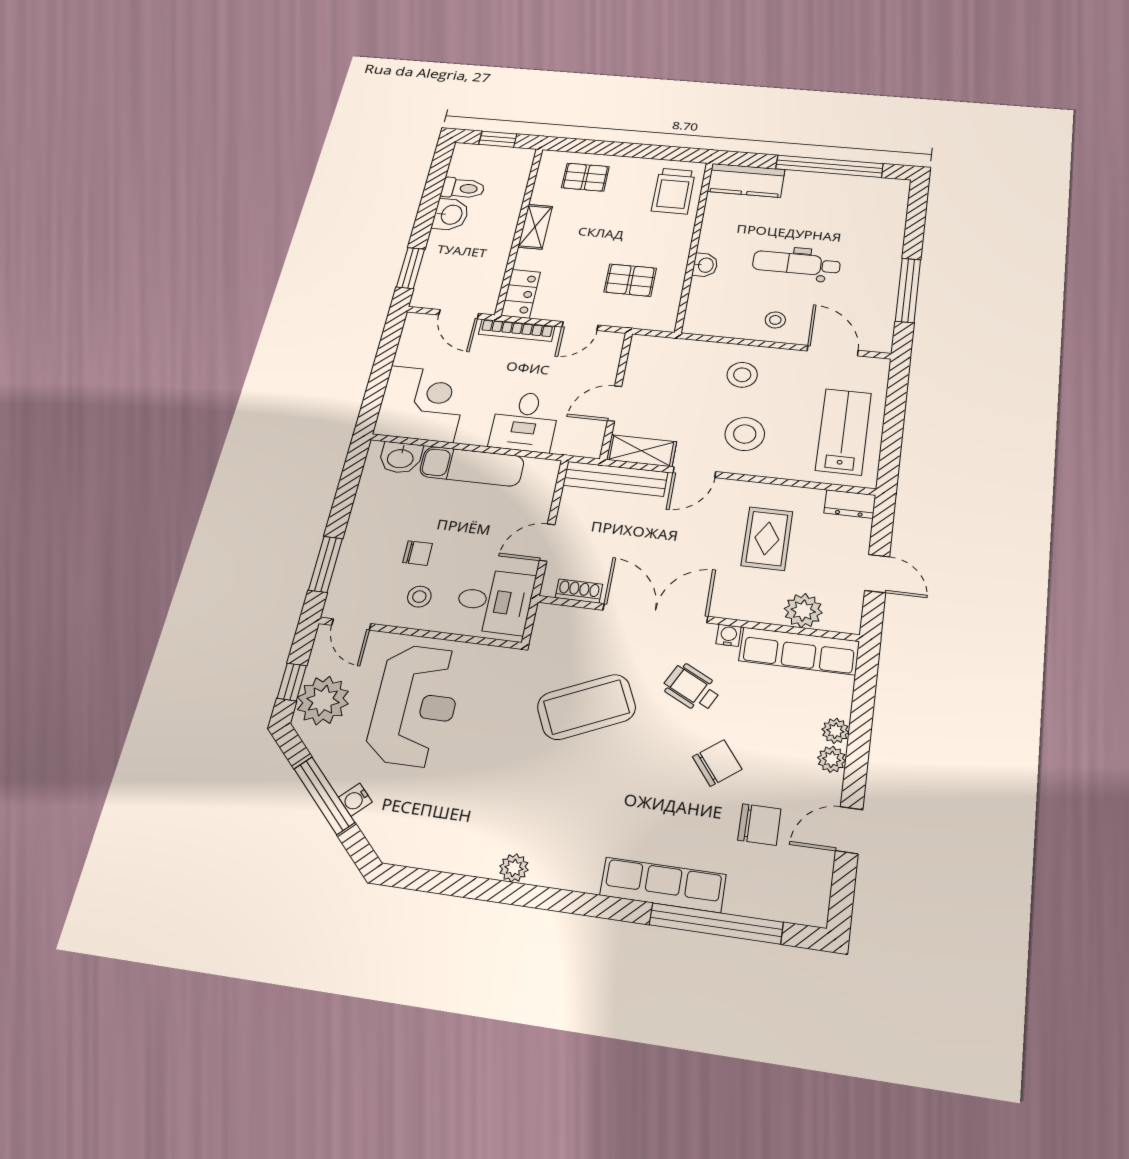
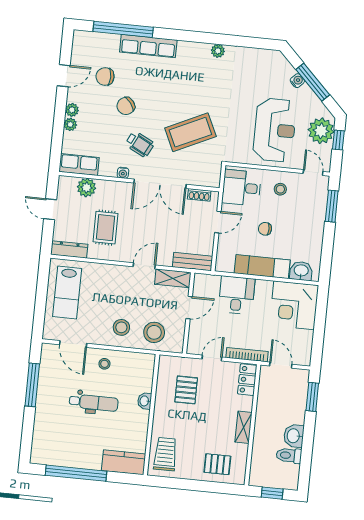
pallet: (630, 280) -> (186, 390), turned 90
stool: (745, 434) -> (154, 332), moved
bench: (615, 479) -> (192, 262), width x0.73
dresser: (850, 504) -> (69, 249), width x1.44
chair: (418, 553) -> (265, 229), moved
row of seats: (799, 651) -> (79, 165), width x0.68
reception desk: (415, 705) -> (275, 130), turned 180

